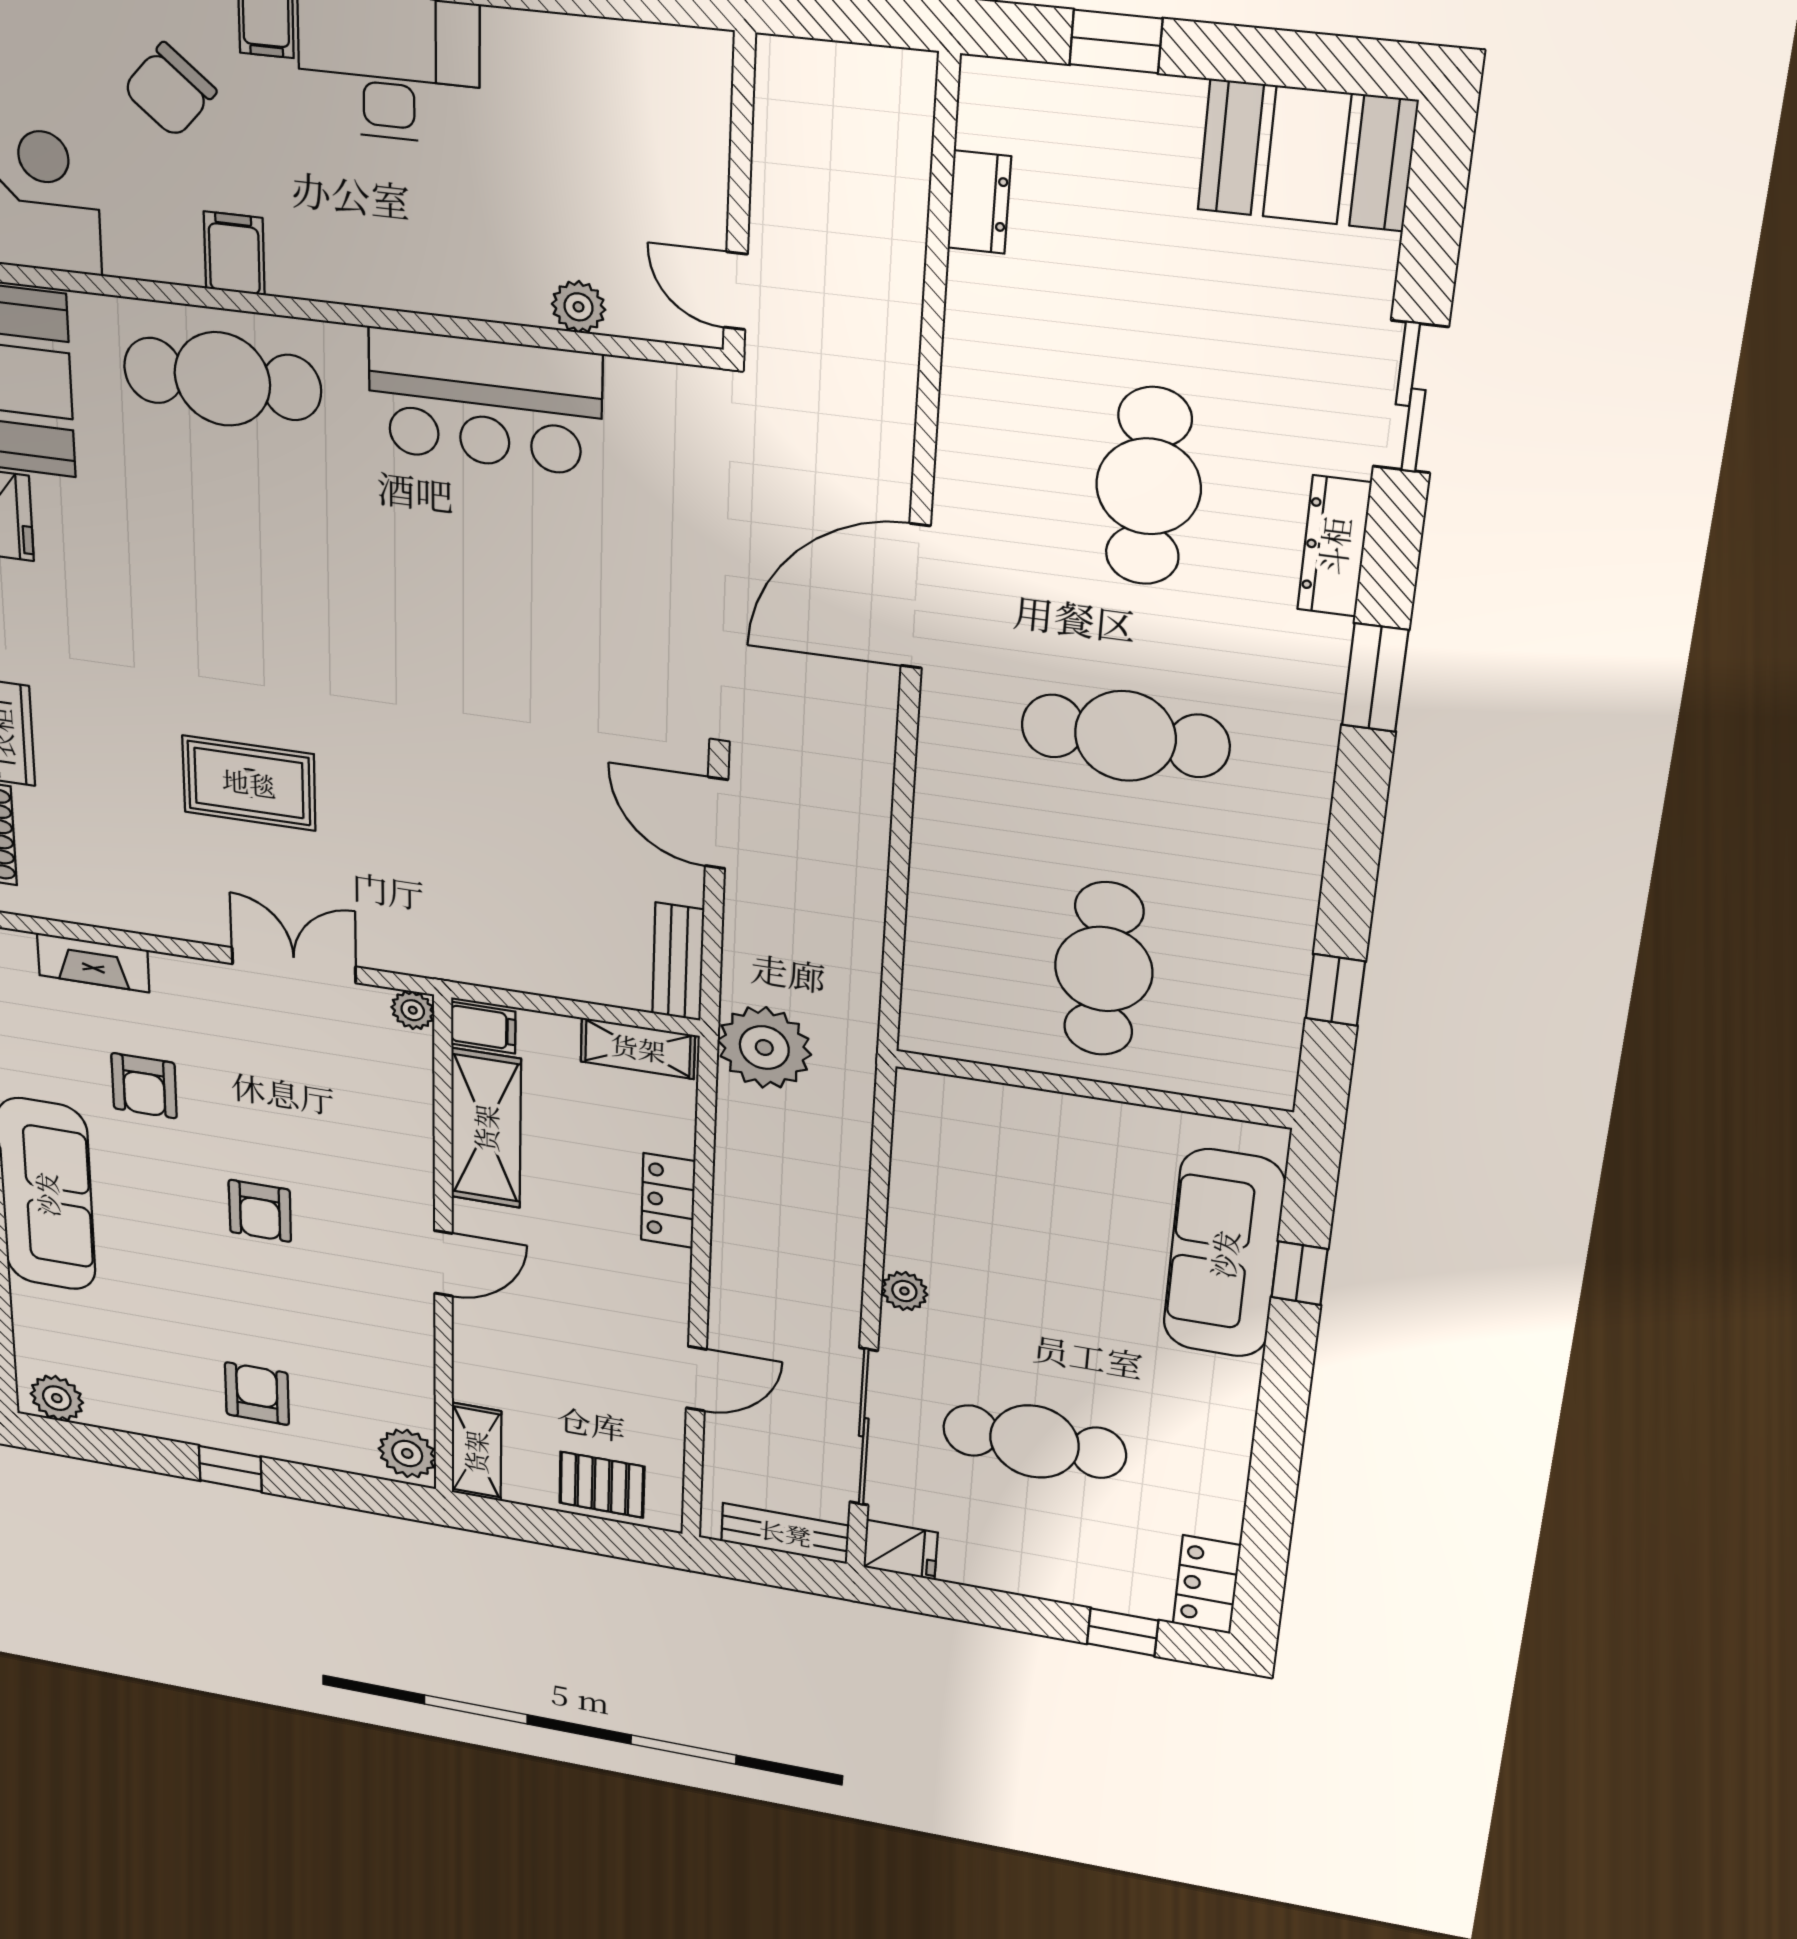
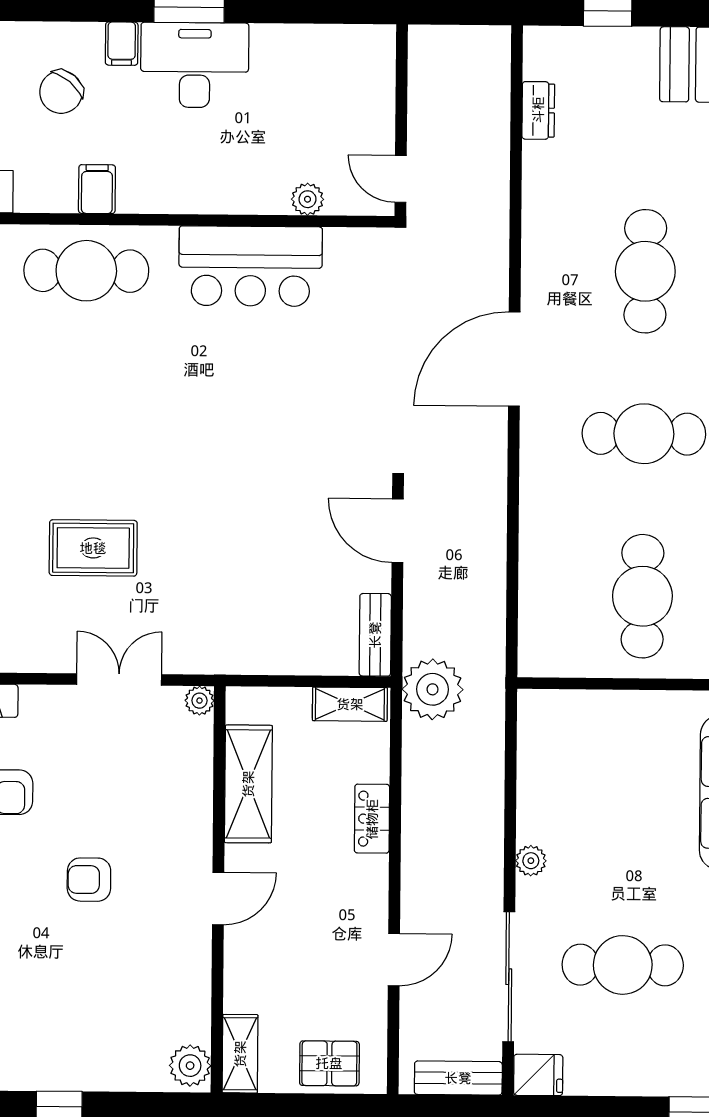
filing cabinet: (483, 1028) -> (247, 706), removed
armchair: (260, 1211) -> (89, 880), turned 90
armchair: (257, 1394) -> (81, 1036), removed

